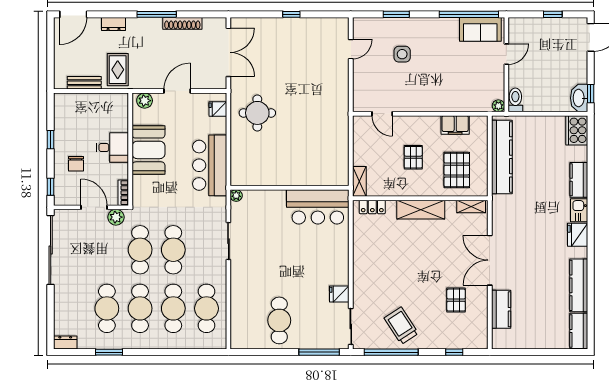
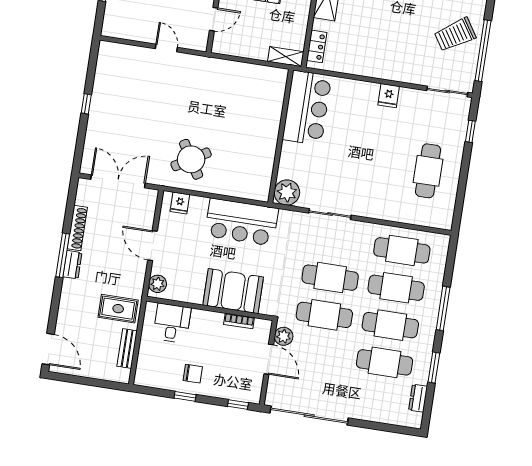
dresser: (114, 24) -> (72, 265), moved
door: (351, 49) -> (166, 48), moved
round table: (257, 113) -> (191, 159), turned -31
desk: (112, 147) -> (172, 323), moved
booth: (148, 150) -> (233, 291), moved
chair: (76, 164) -> (193, 374), moved
bookcase: (123, 193) -> (239, 321), moved
plant: (236, 195) -> (287, 192), width x1.87, depth x1.87
door: (94, 207) -> (269, 359), swing flipped
fridge: (339, 294) -> (389, 96), moved
cafe table: (279, 320) -> (428, 171), turned 90
dresser: (65, 342) -> (418, 398), moved
window: (162, 352) -> (443, 308), added
window: (319, 352) -> (470, 131), width x0.46

